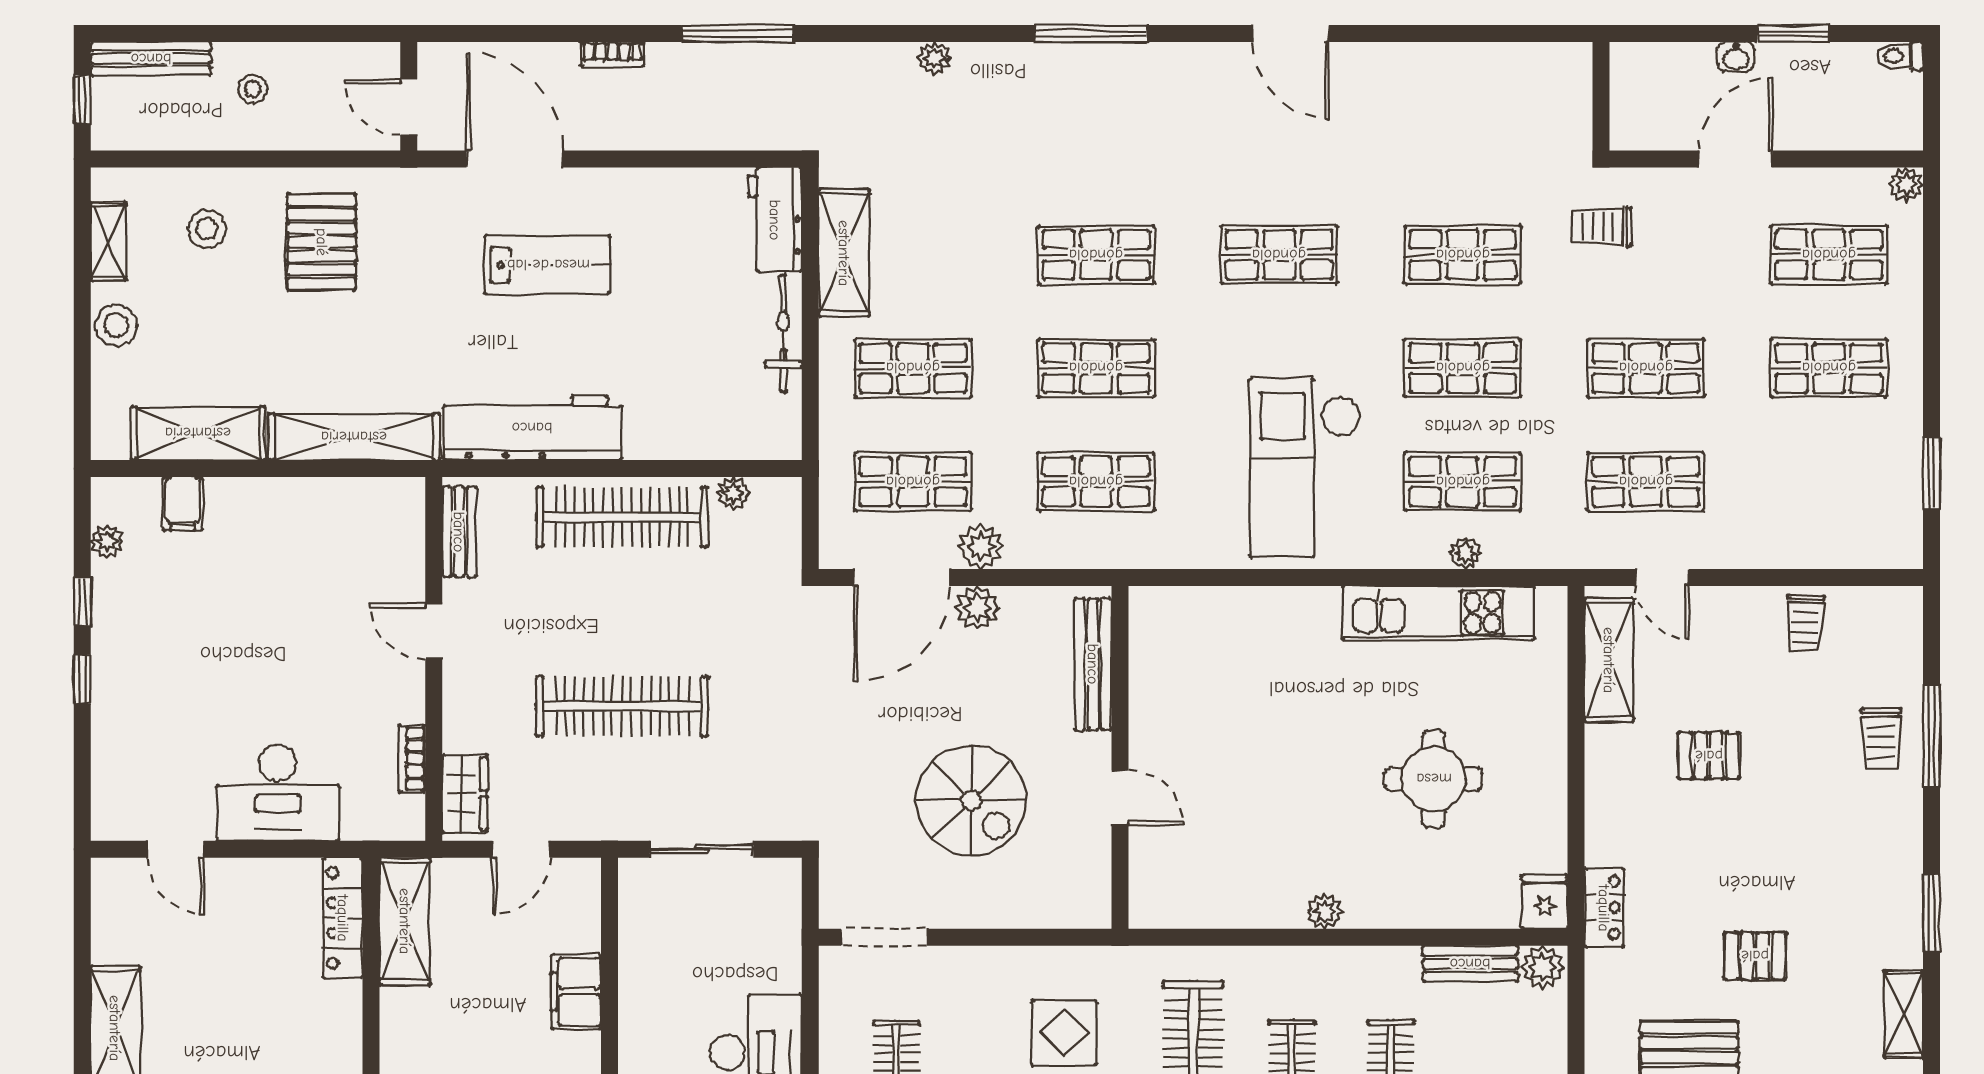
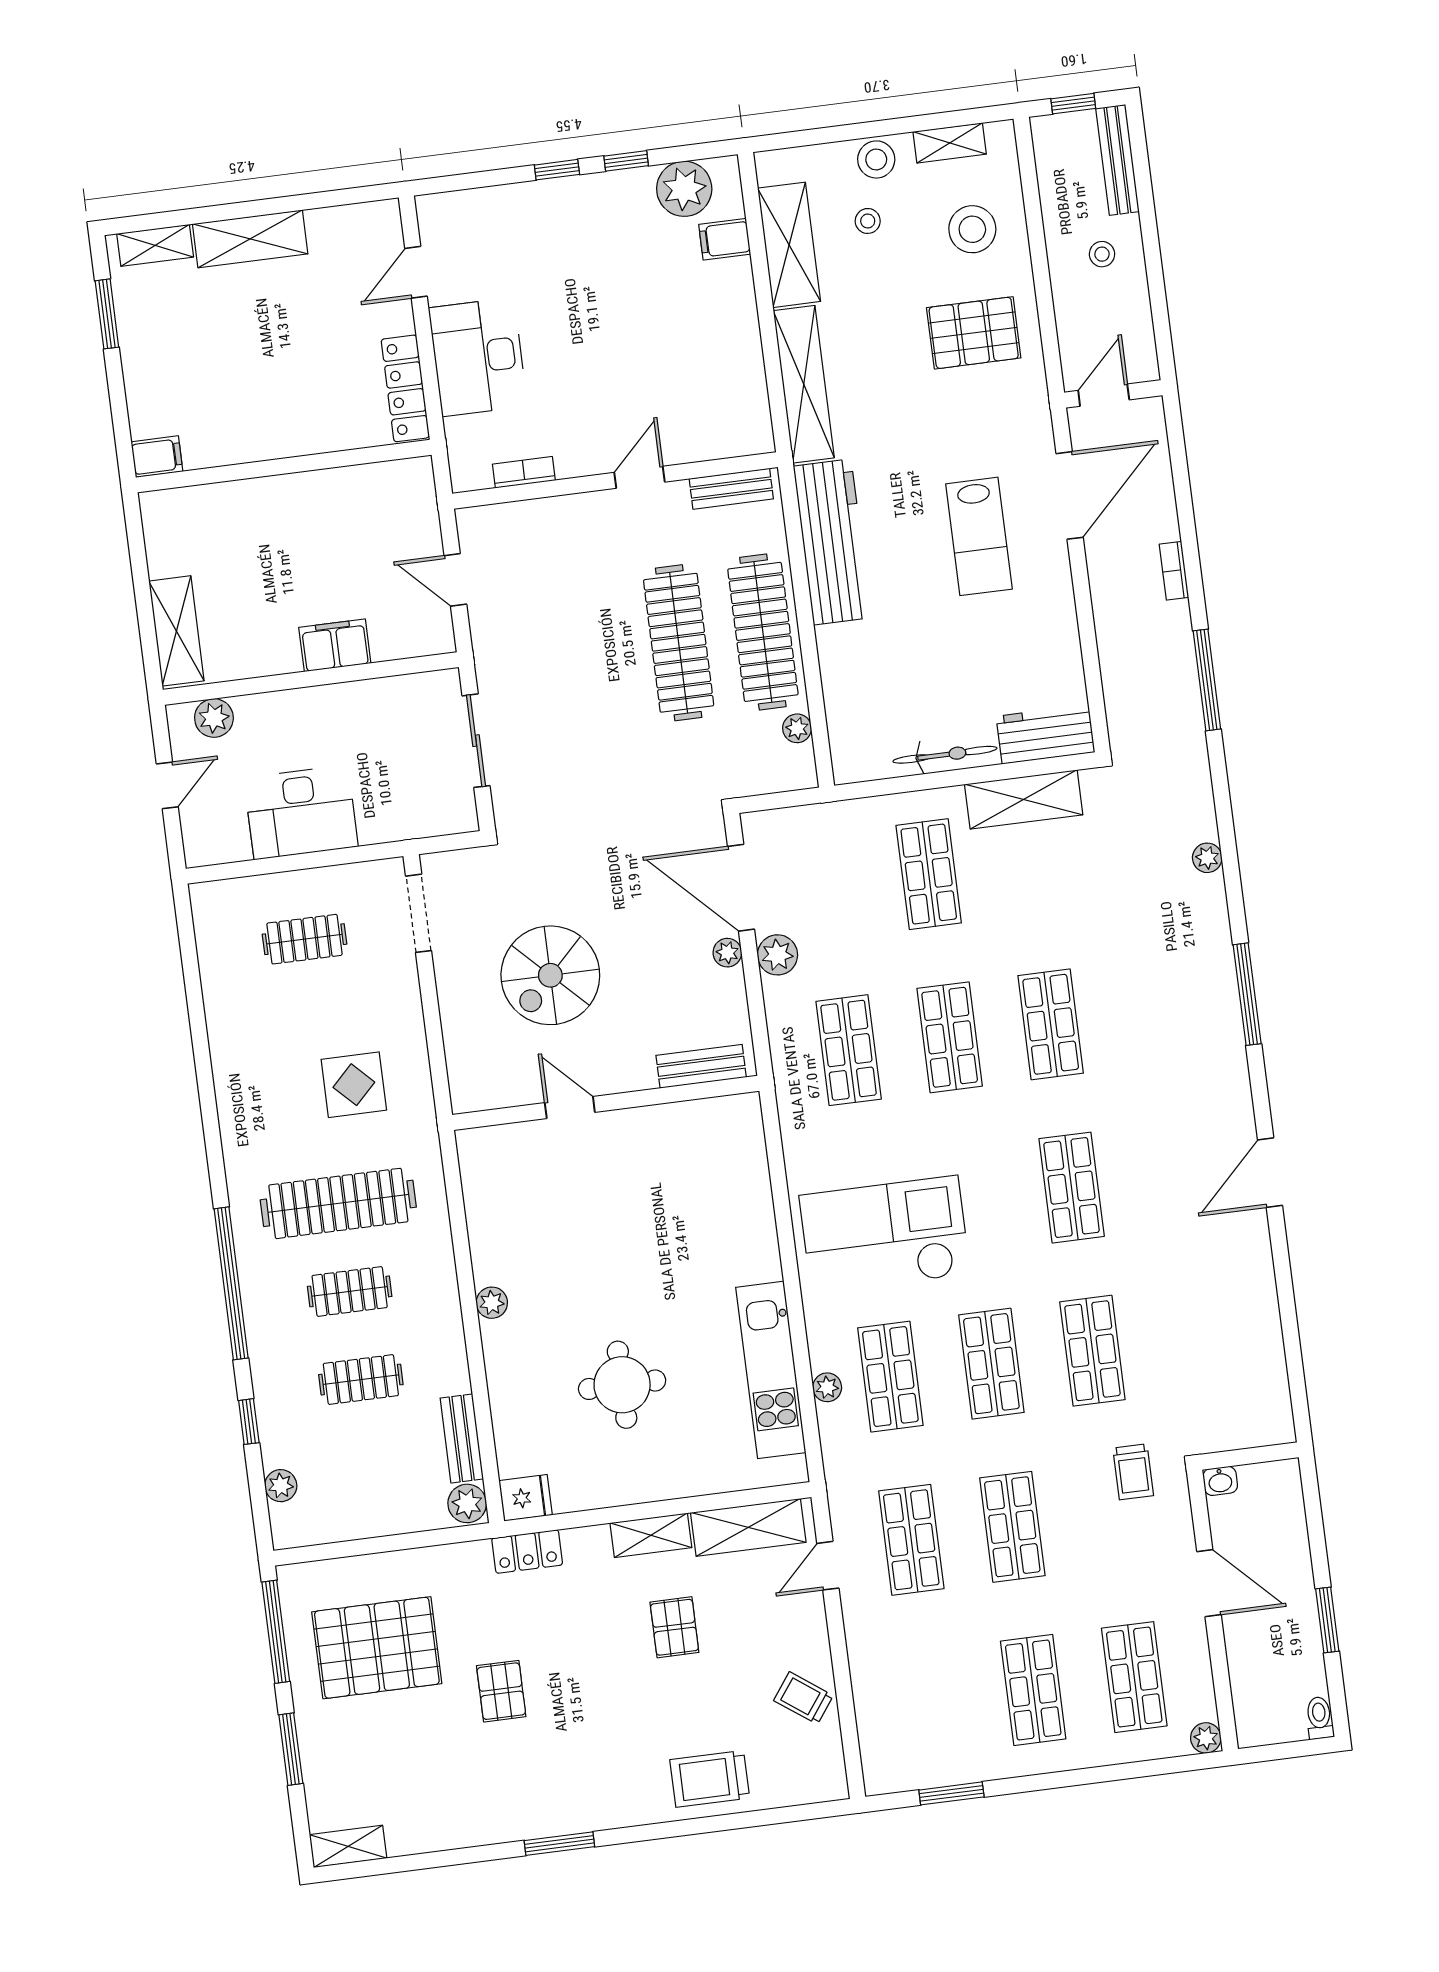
washbasin: (1736, 57) -> (1220, 1481), moved, turned -90
trolley: (1602, 227) -> (1133, 1472), turned 180
stool: (207, 229) -> (972, 229), width x1.38, depth x1.38
stool: (183, 343) -> (868, 221), added
shop shelf: (913, 482) -> (828, 887), removed
plant: (107, 541) -> (684, 189), width x1.88, depth x1.88
plant: (977, 608) -> (727, 953), width x0.73, depth x0.73
trolley: (1805, 623) -> (803, 1698), turned 34
bench: (1093, 664) -> (701, 1066), width x0.73
clothes rail: (622, 706) -> (679, 643), moved
window: (1932, 736) -> (717, 1823), removed
trolley: (1881, 738) -> (710, 1779), width x1.36, depth x1.39
wardrobe: (465, 794) -> (499, 523), removed
door: (1120, 798) -> (570, 1107), swing flipped
locker: (343, 918) -> (405, 388), moved, turned -90
shelving: (405, 921) -> (378, 484), removed
shelving: (1904, 1014) -> (651, 1535), moved

